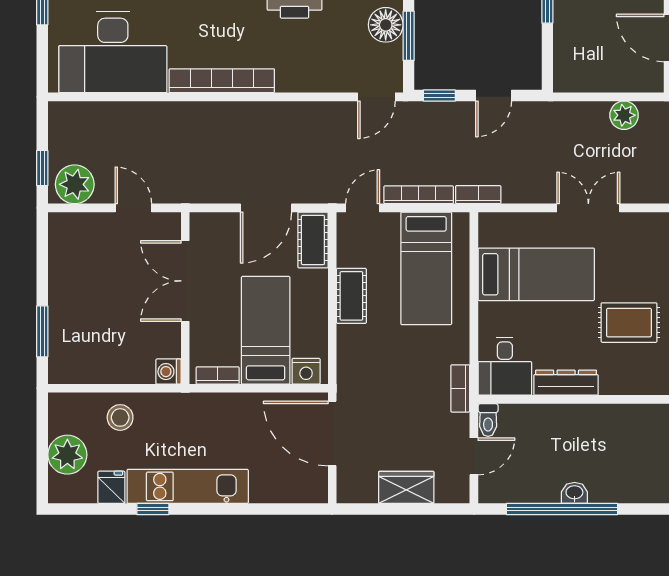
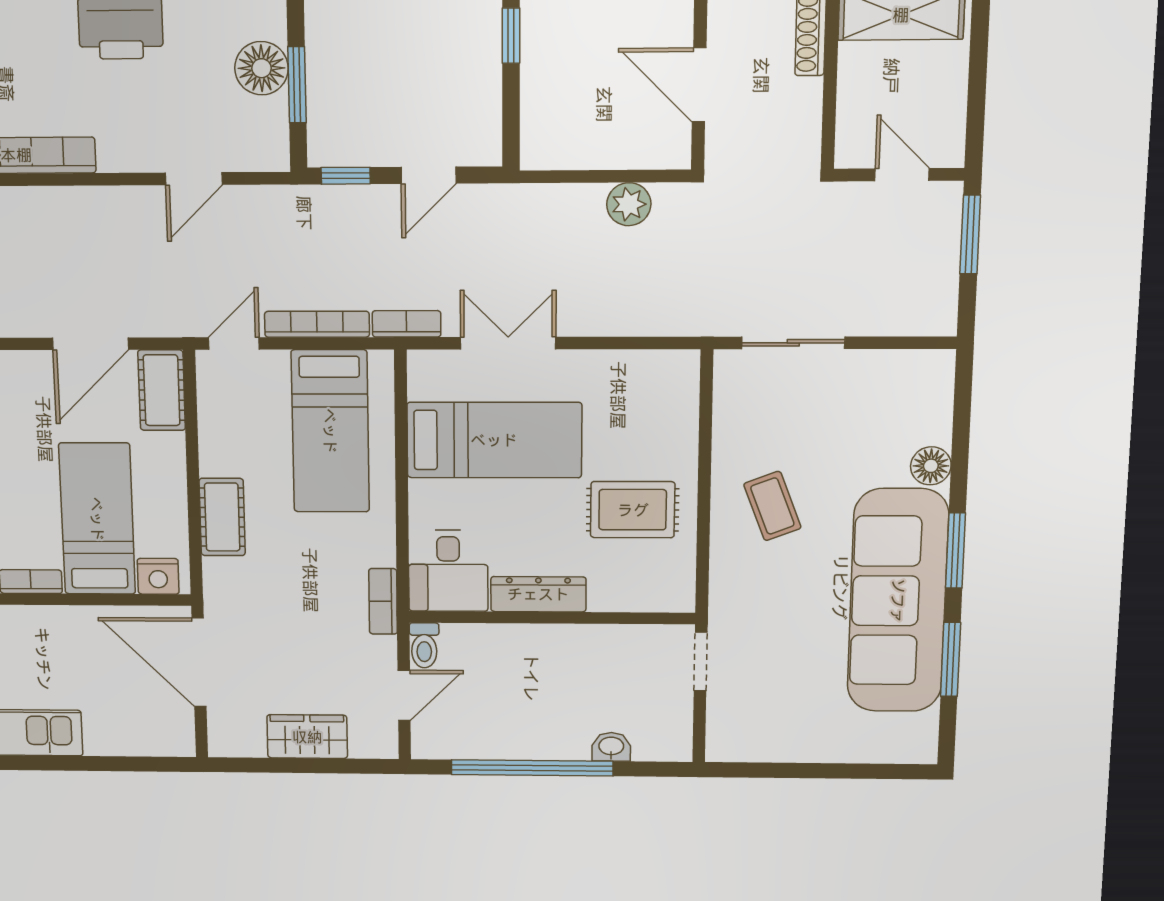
door: (376, 97) -> (194, 179), moved
double door: (588, 208) -> (508, 343), moved
cot: (351, 296) -> (222, 517), moved
washbasin: (574, 493) -> (611, 747), moved

